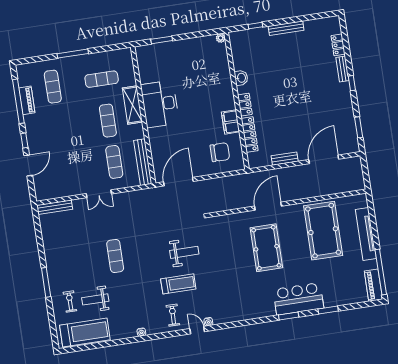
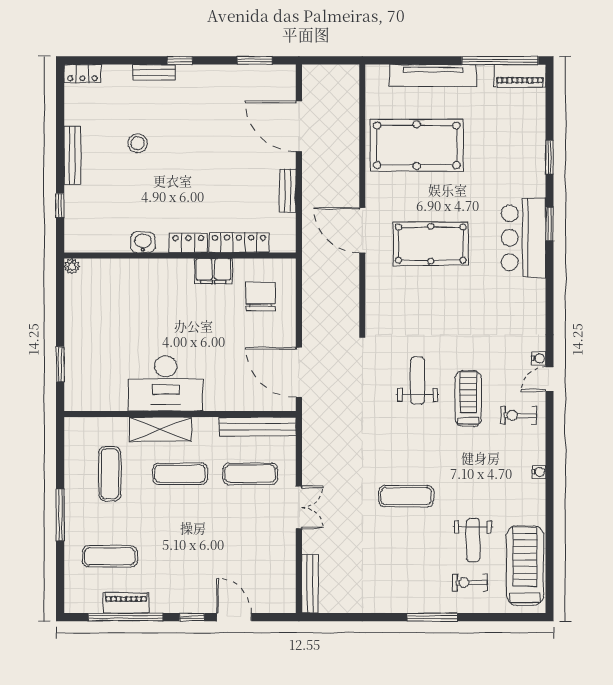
locker: (338, 45) -> (82, 74), moved
stool: (299, 66) -> (138, 143), added
bar counter: (298, 299) -> (523, 238), moved

